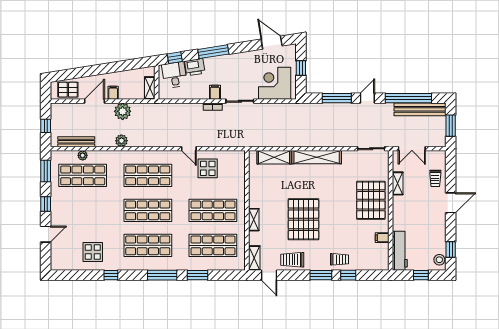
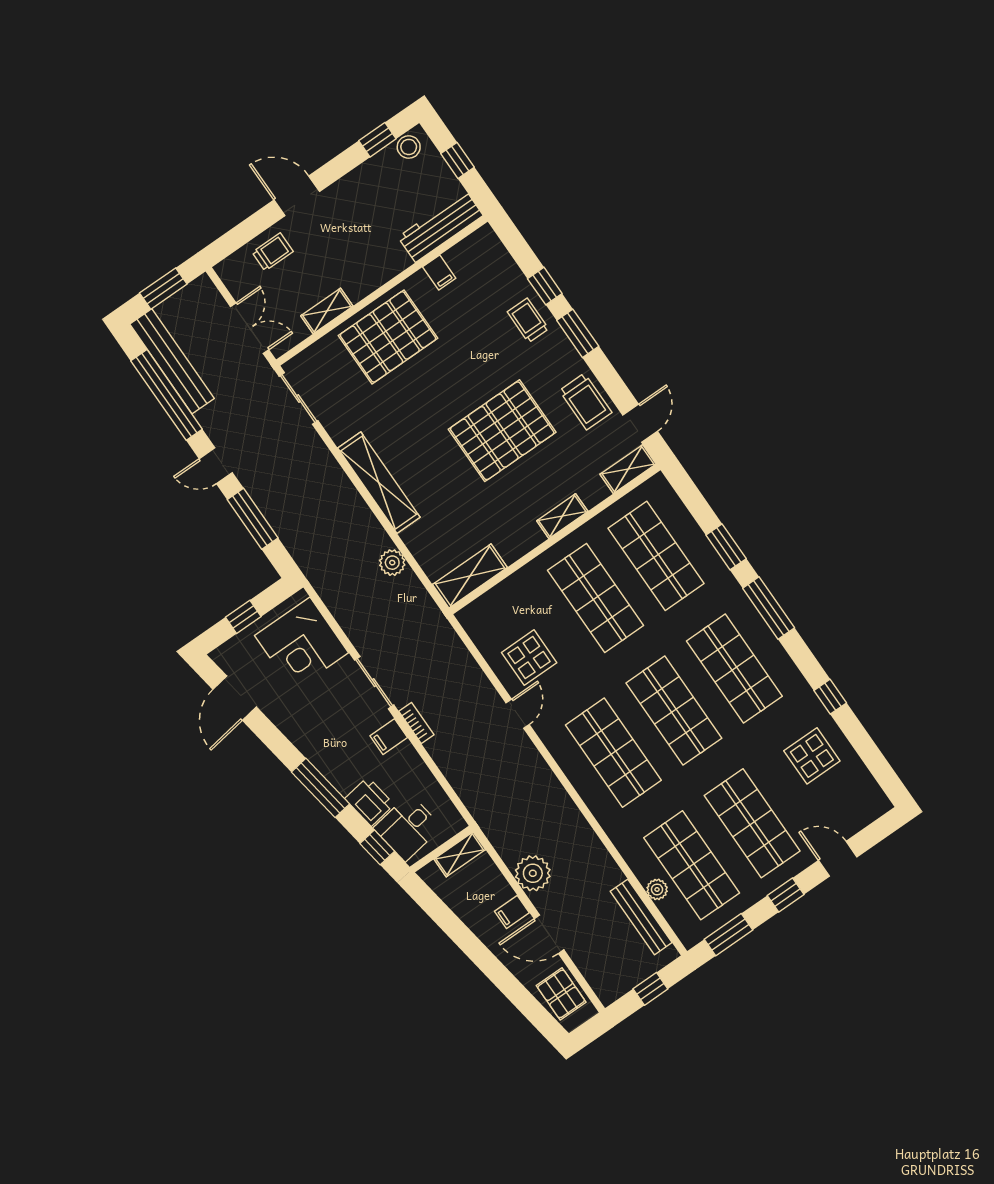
plant: (121, 141) -> (392, 563), moved
shelving: (274, 157) -> (470, 576), moved, turned 90
shop shelf: (83, 210) -> (752, 823), added

